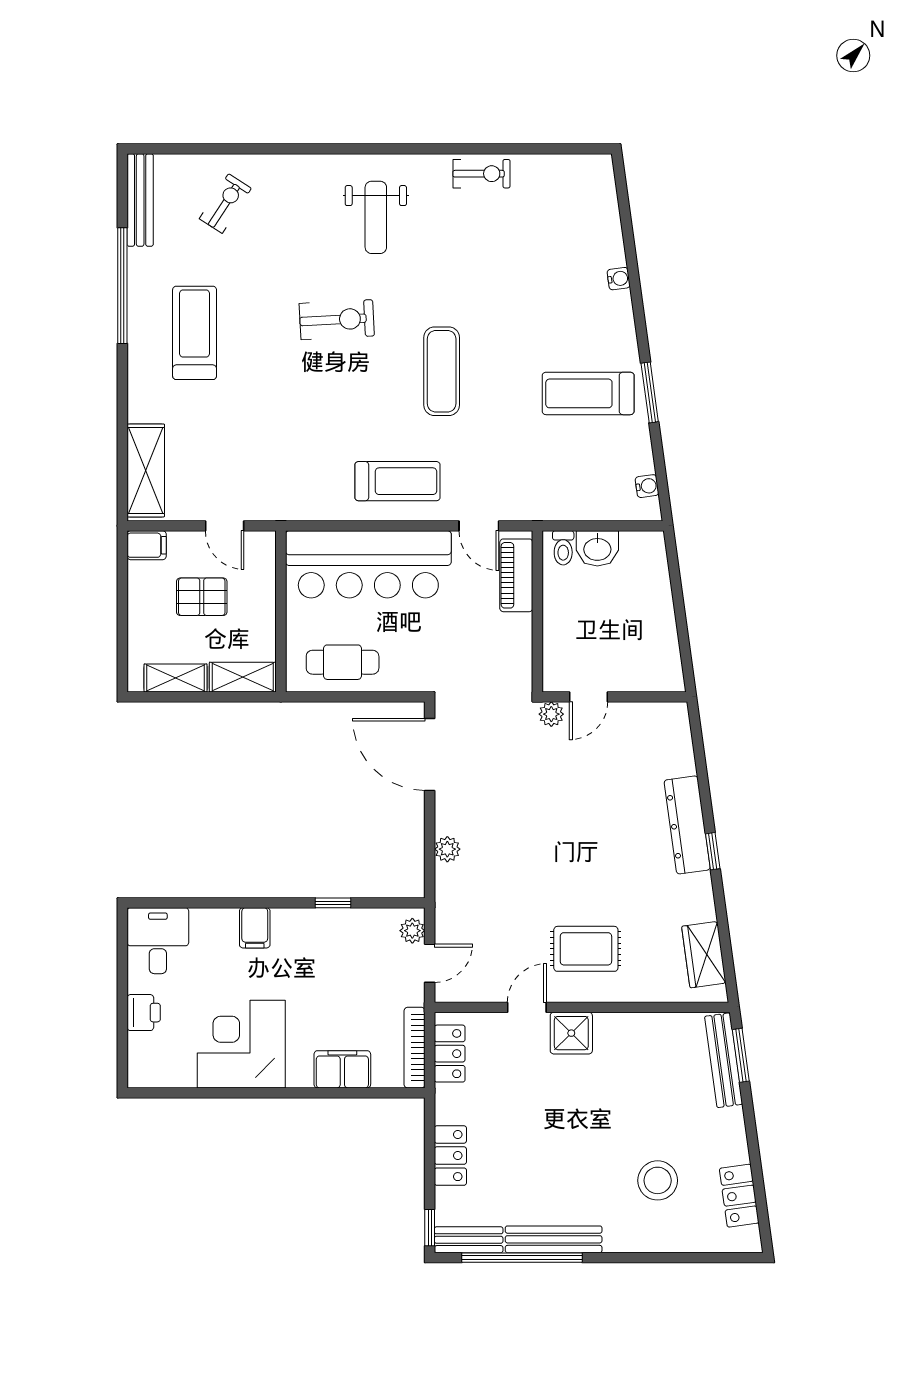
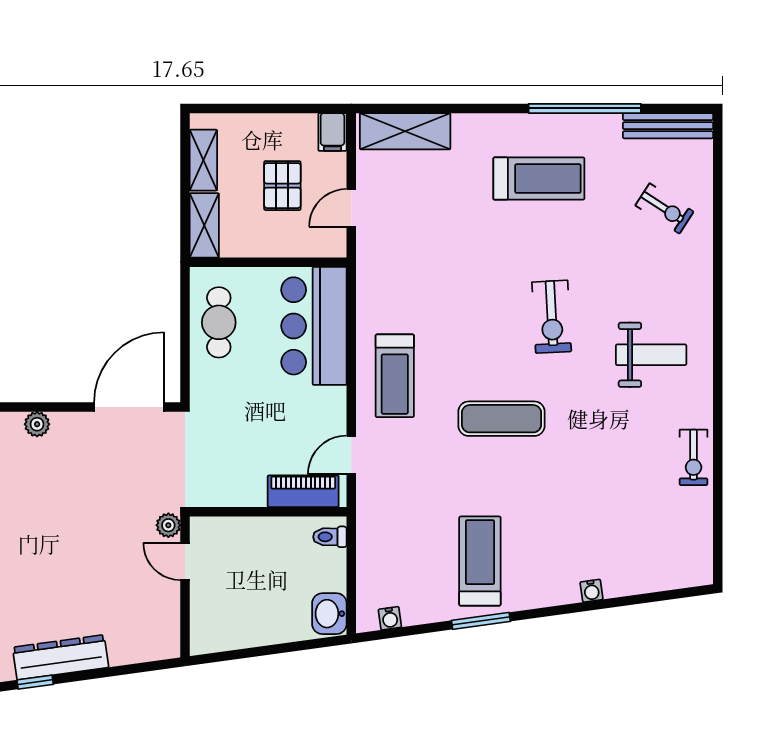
weight bench: (376, 217) -> (651, 355), turned 180
washbasin: (597, 548) -> (329, 614), moved
bar counter: (368, 564) -> (314, 326), width x0.73

